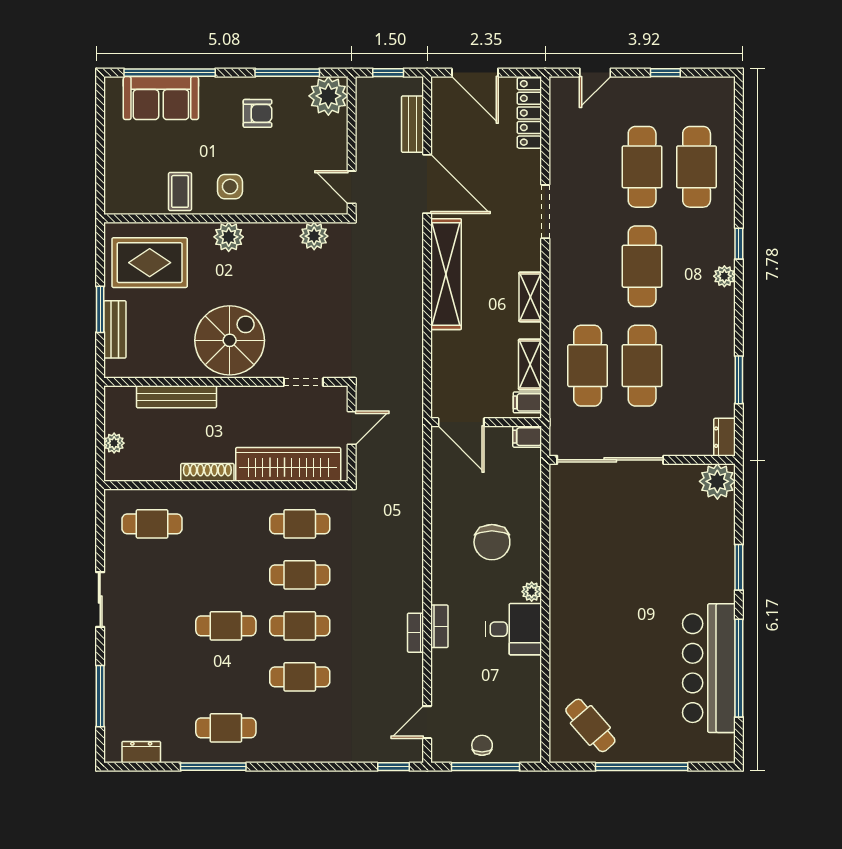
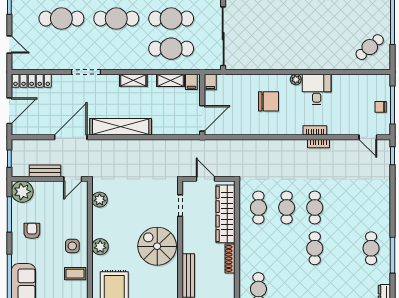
bench: (412, 124) -> (45, 171), moved
cafe table: (300, 677) -> (343, 207), removed

